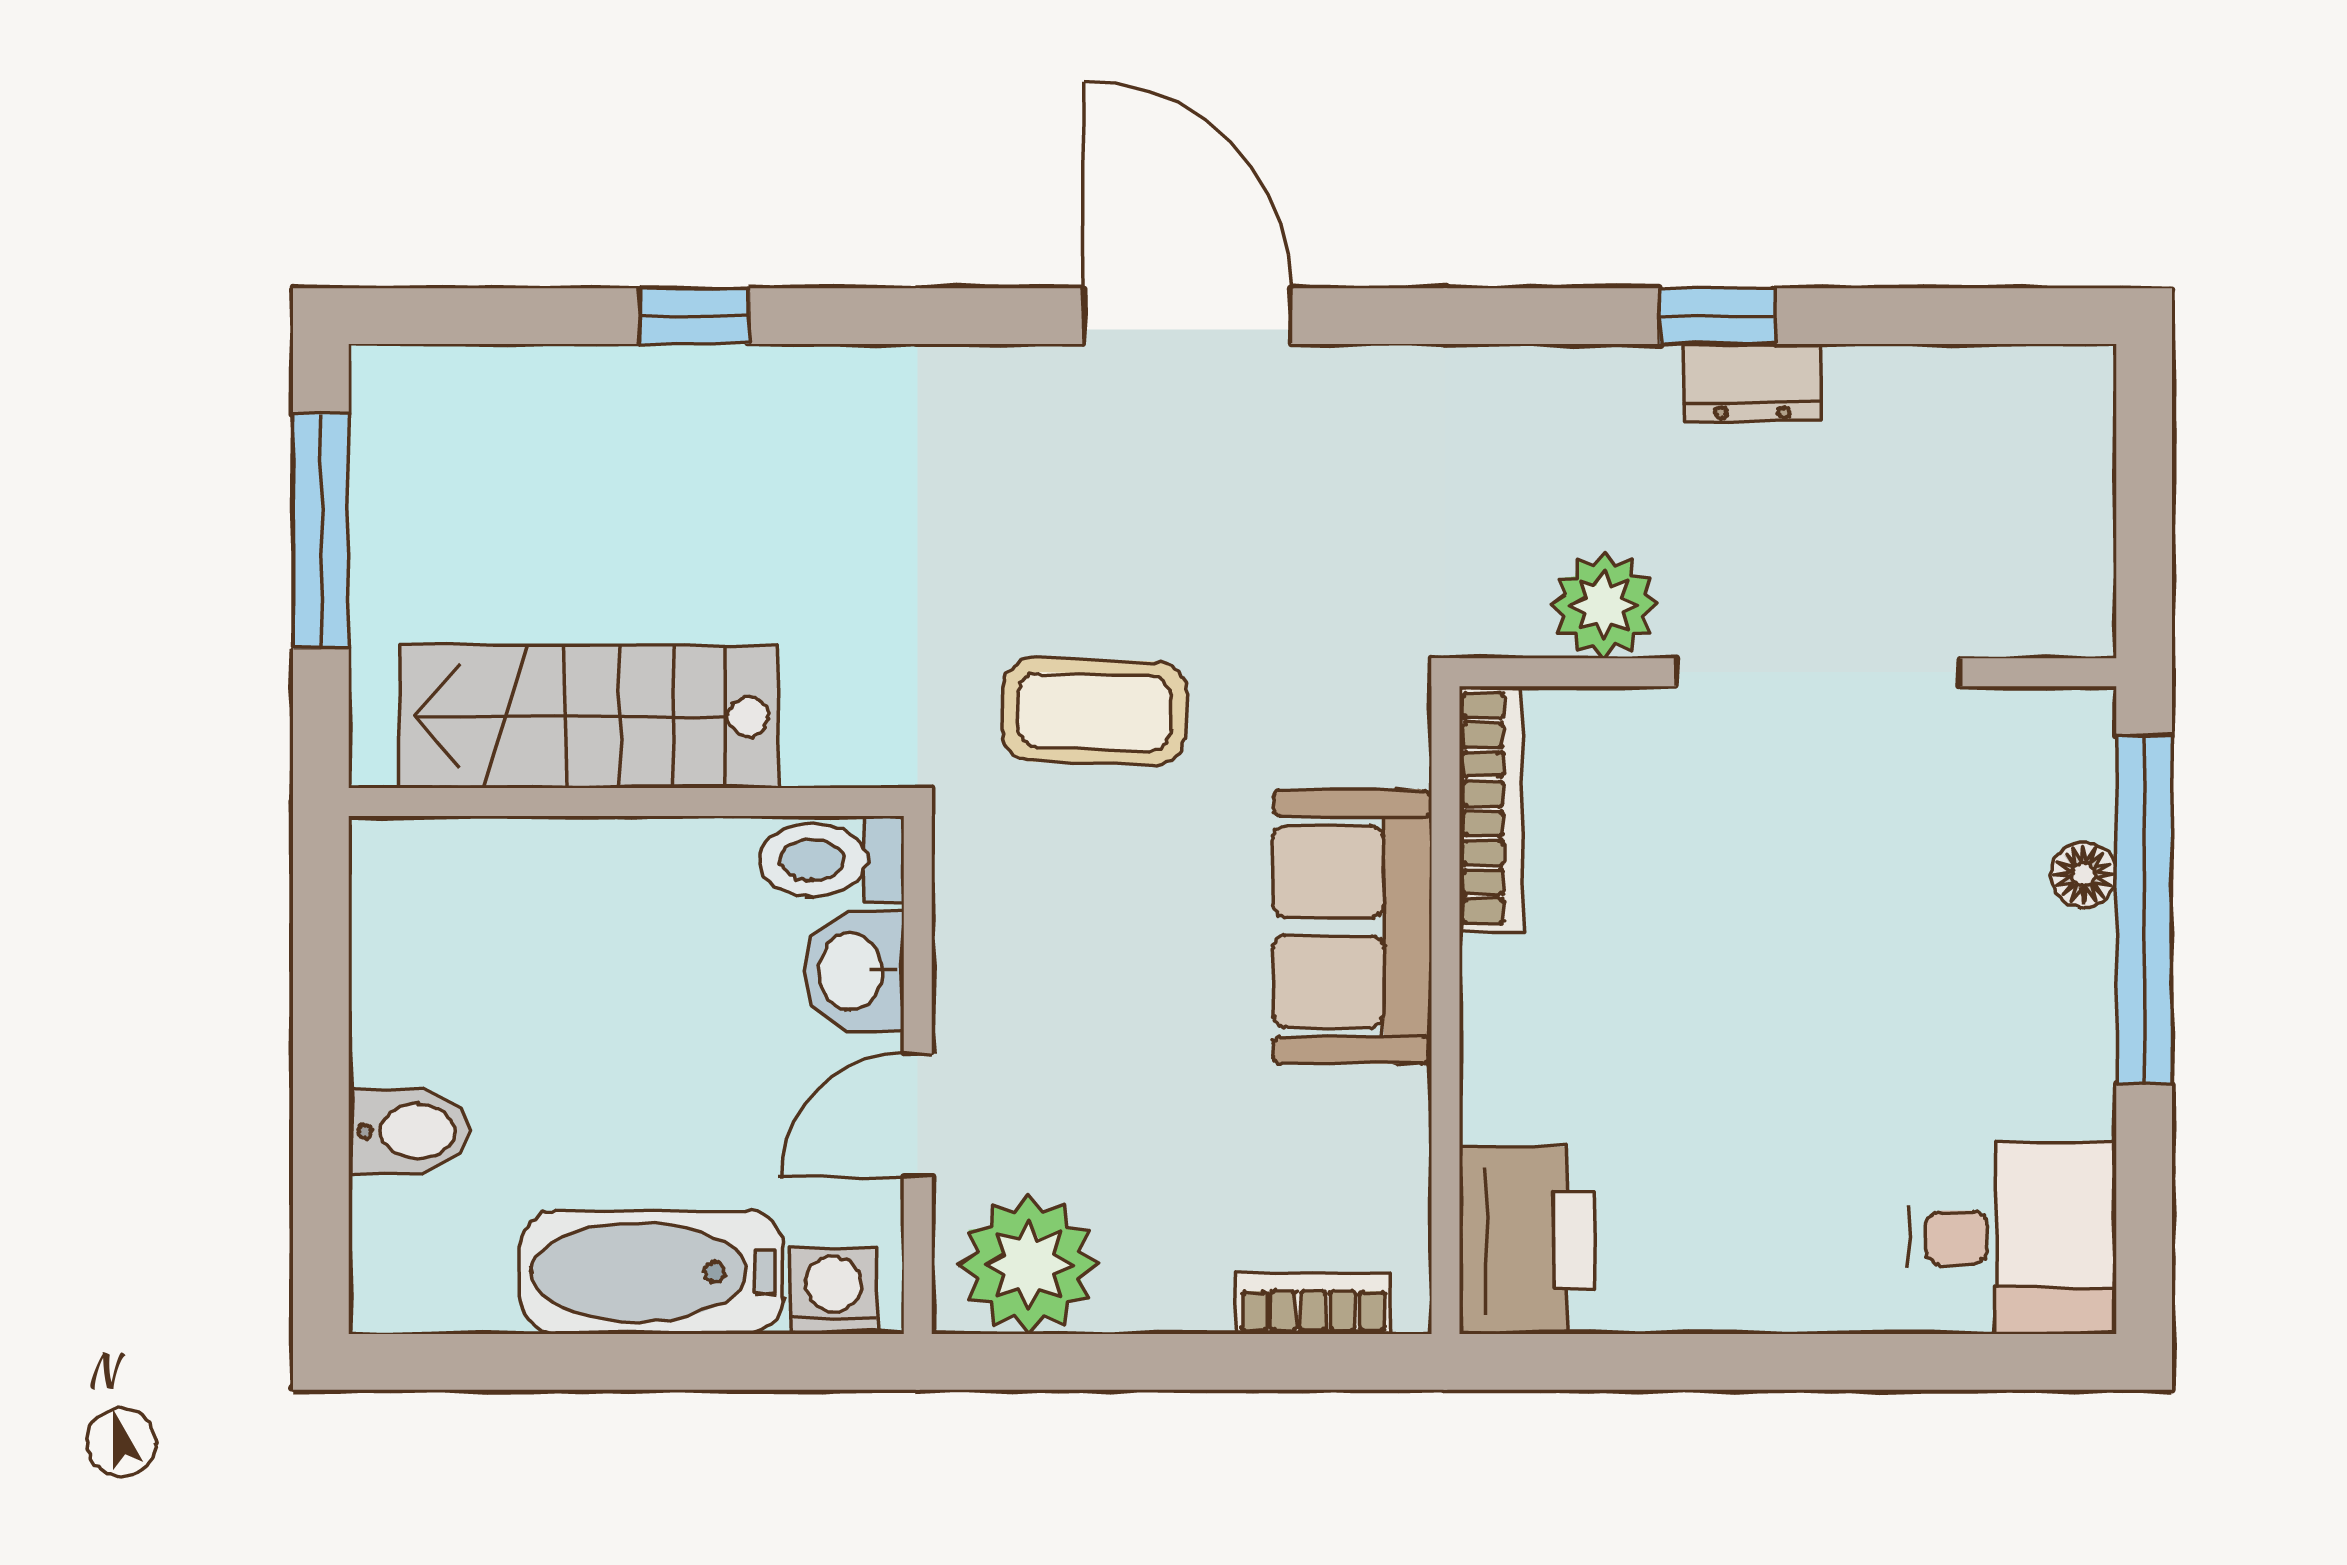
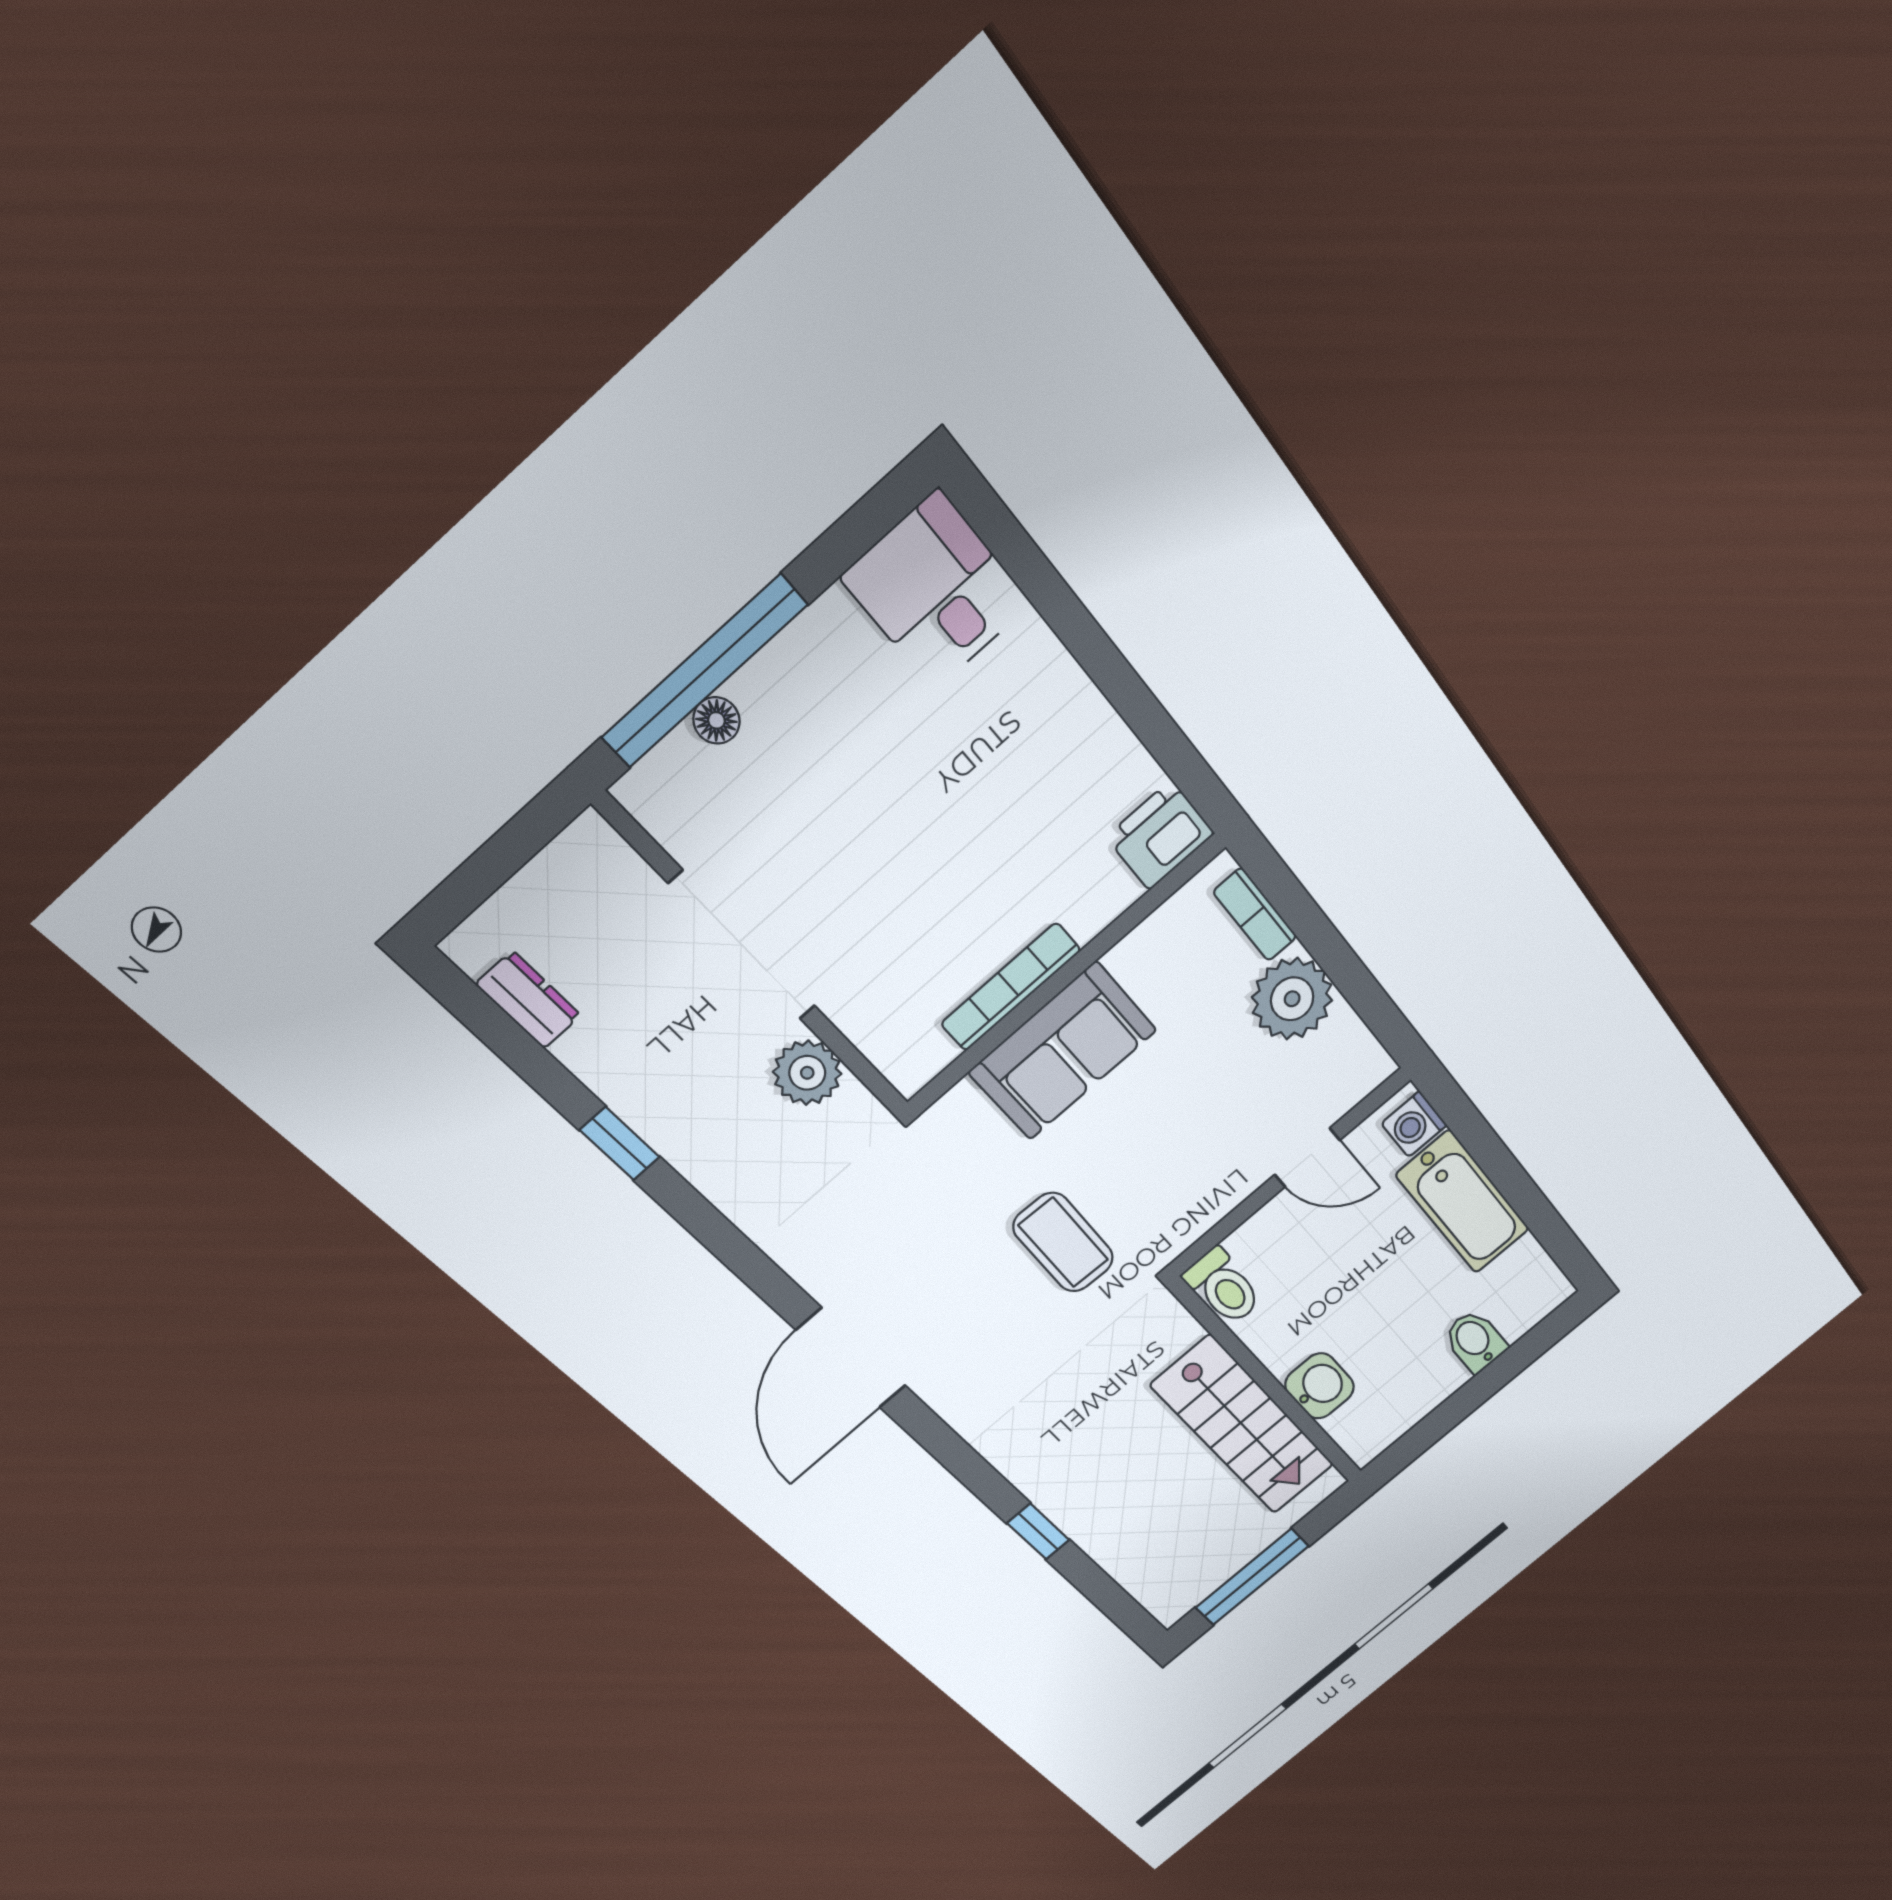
dresser: (1752, 383) -> (528, 1000), moved
bookcase: (1491, 809) -> (1011, 987), moved
washbasin: (853, 971) -> (1320, 1386), moved, turned -90
printer: (1527, 1240) -> (1160, 835), width x0.73, depth x0.84
plant: (1029, 1265) -> (1292, 999), moved

